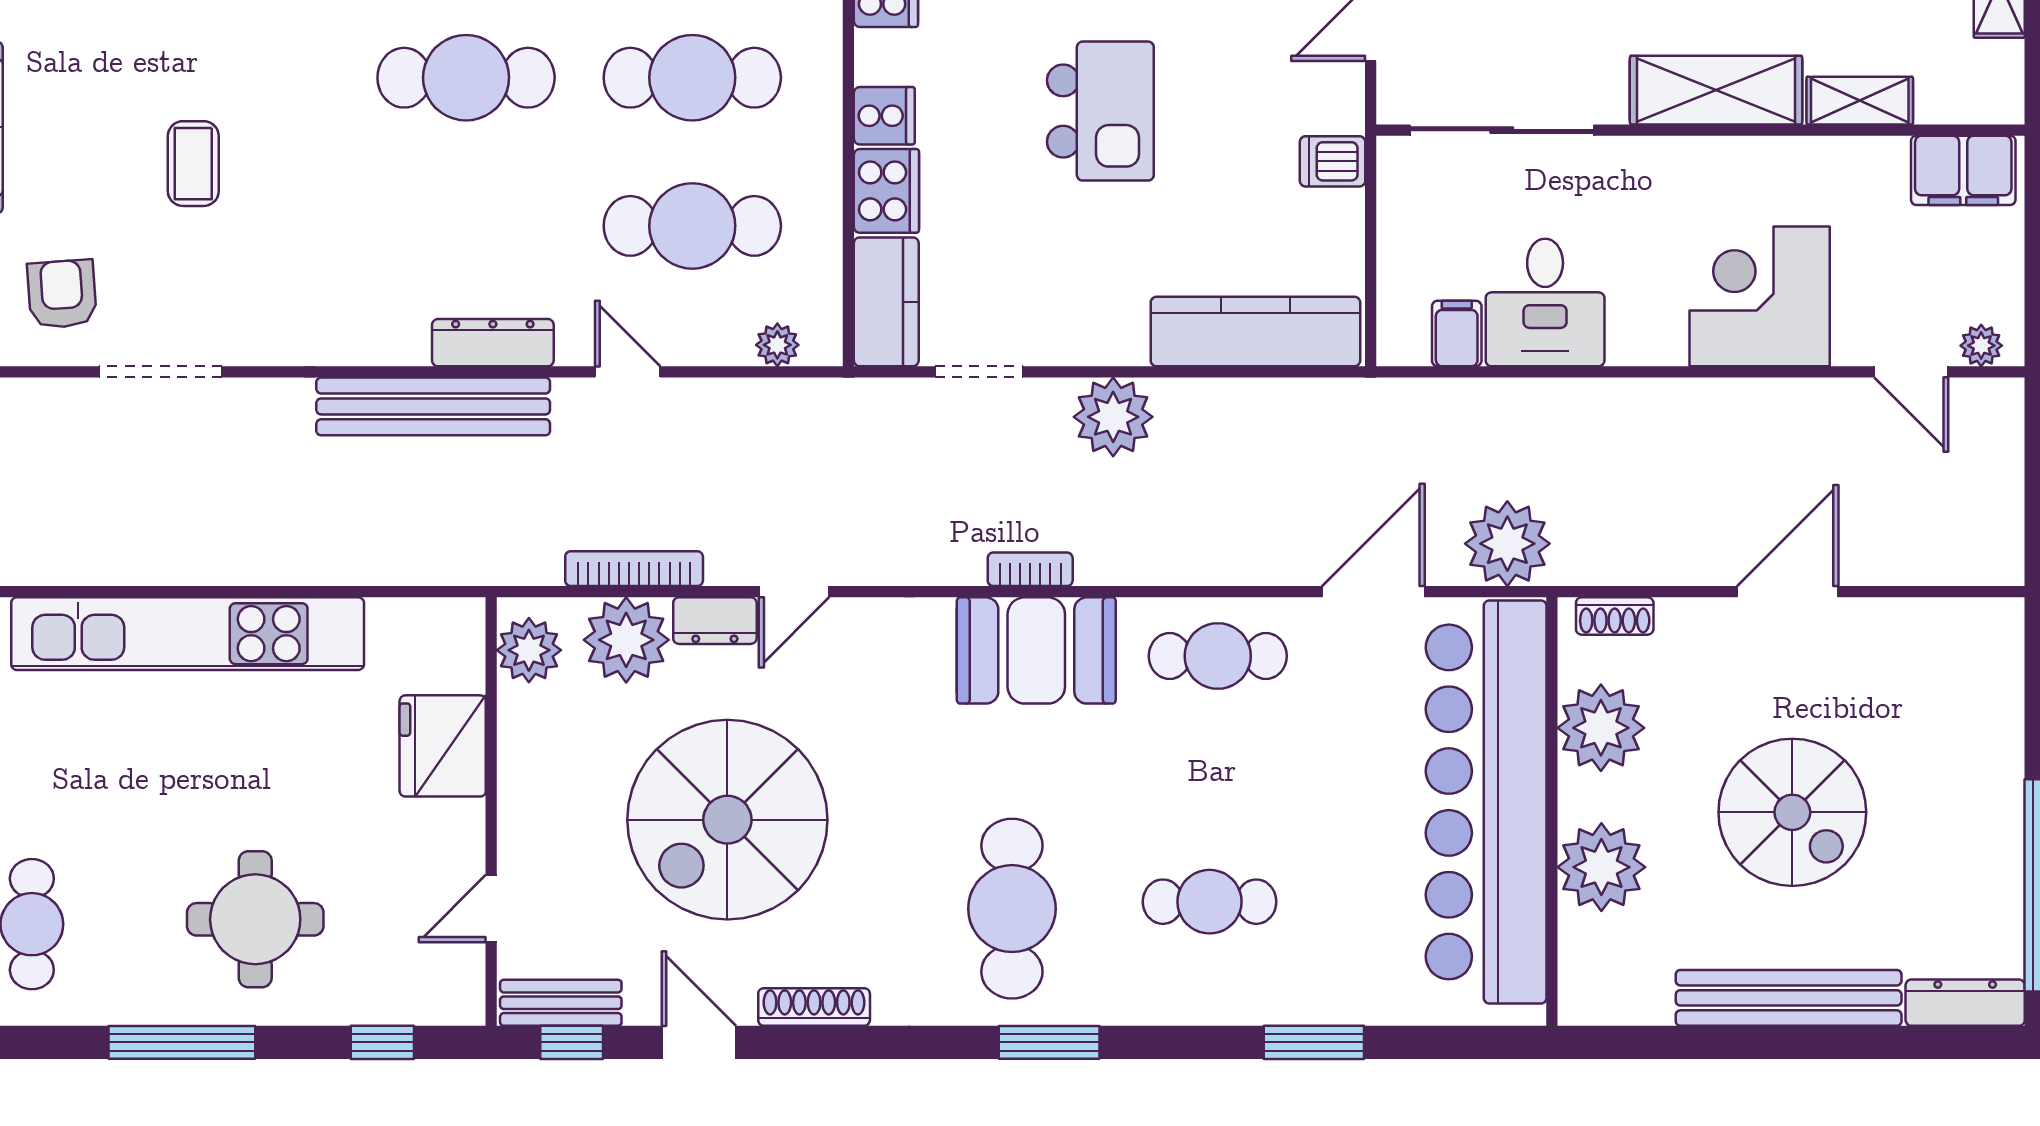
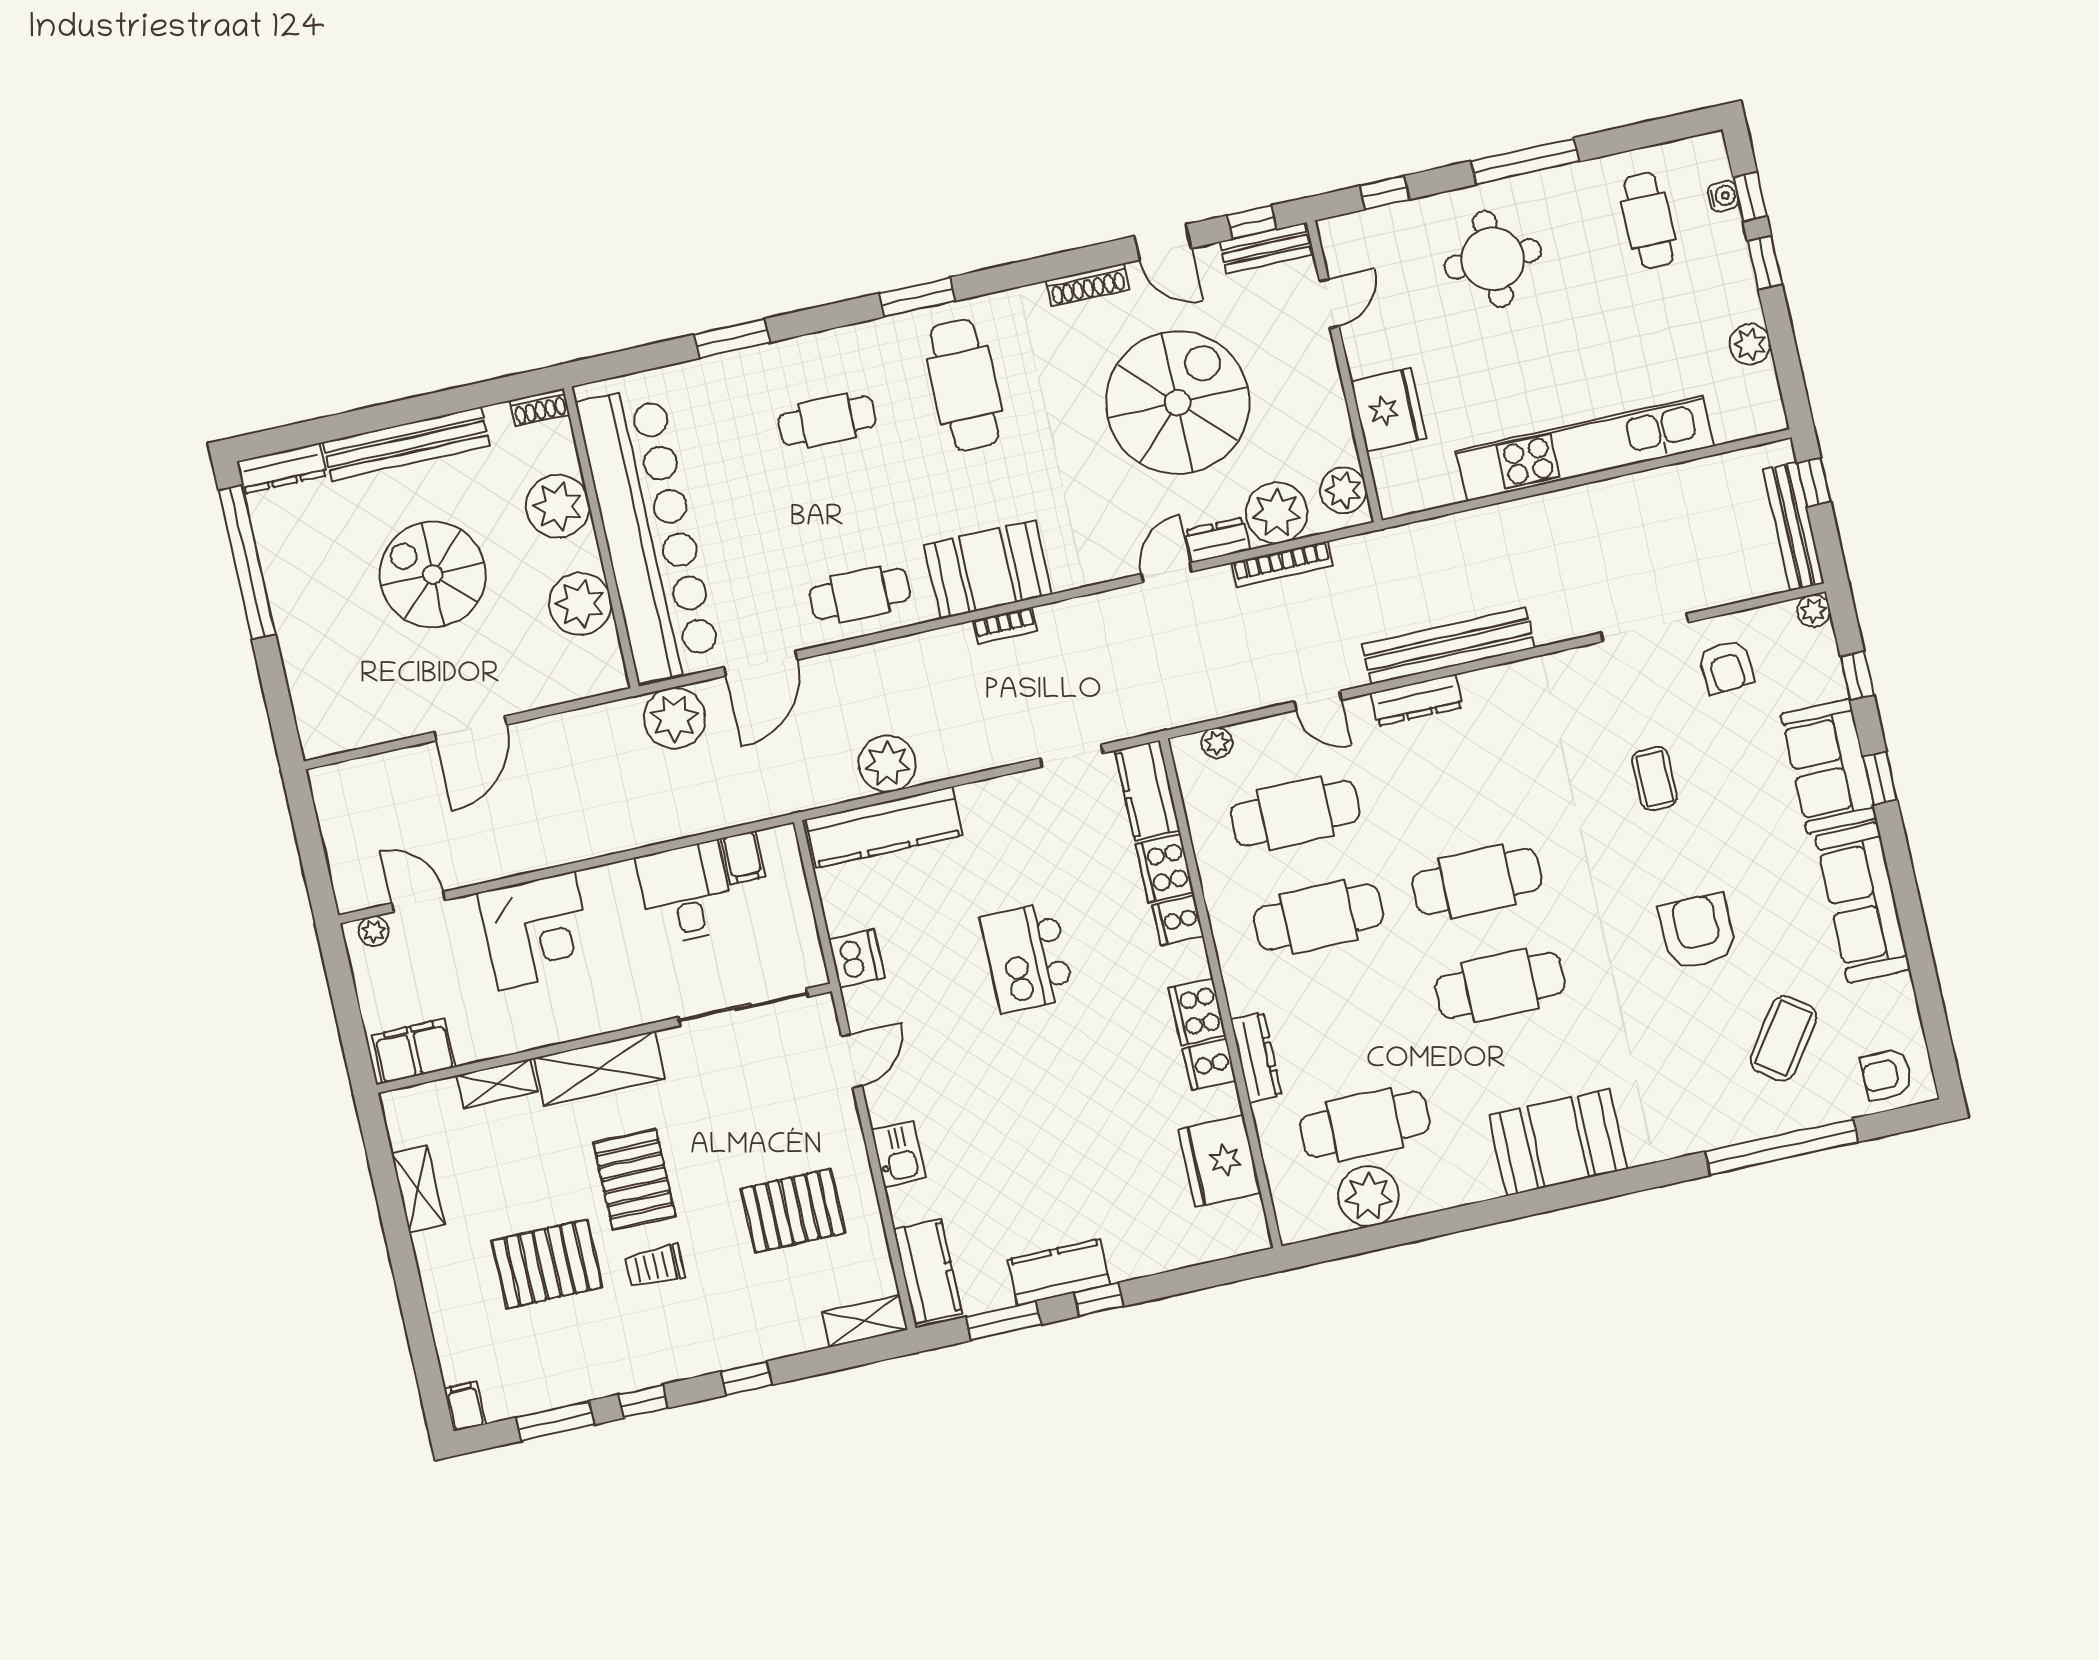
dishwasher: (1333, 161) -> (857, 959), width x1.38
plant: (1113, 417) -> (887, 764), moved
shoe rack: (1615, 616) -> (540, 407), moved, turned 180

